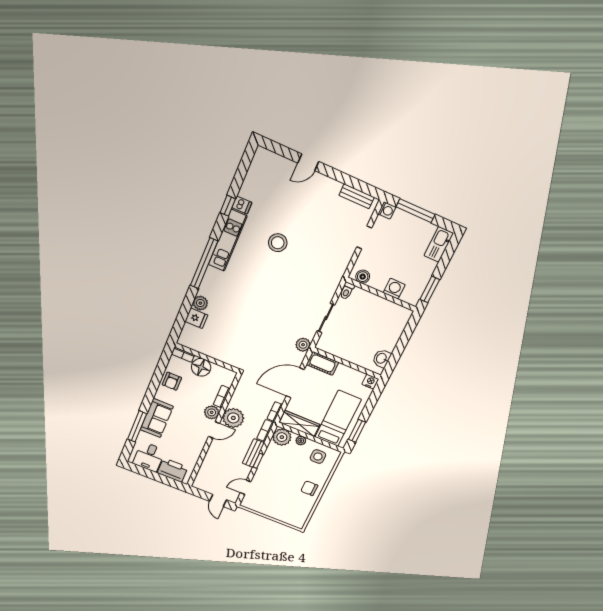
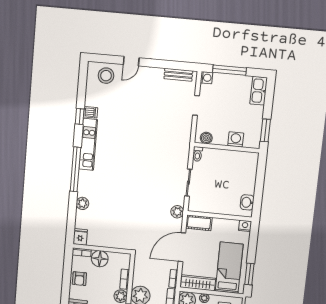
stool: (278, 243) -> (106, 76), moved
fridge: (196, 318) -> (80, 237), moved, turned -90

